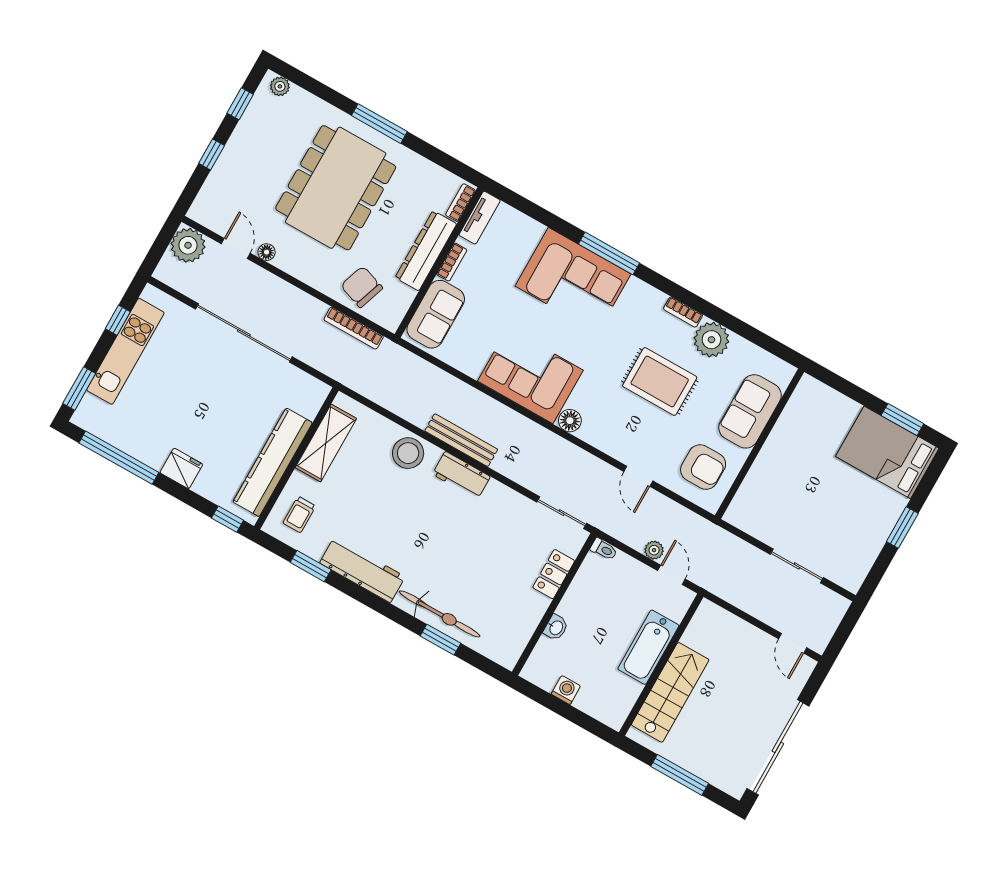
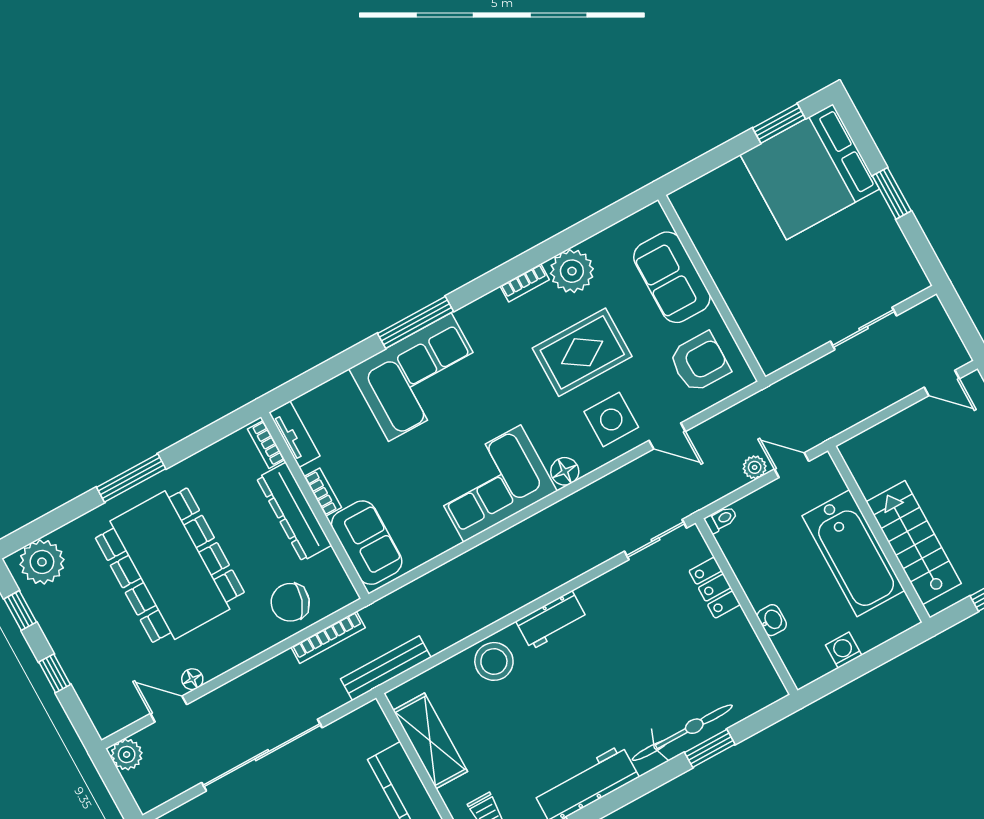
plant: (280, 86) -> (42, 562), width x1.87, depth x1.87
plant: (188, 245) -> (127, 755), width x0.73, depth x0.73
side table: (626, 430) -> (611, 419), added
bench: (461, 440) -> (386, 668), moved
bed: (887, 452) -> (810, 172), width x1.36
bathtub: (648, 647) -> (853, 553), width x1.36, depth x1.36

